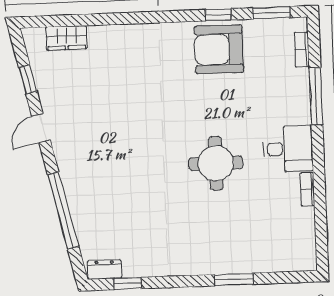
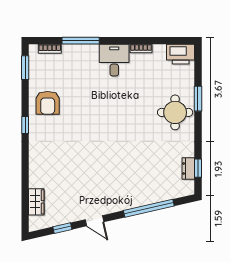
window: (218, 15) -> (25, 125), moved
armchair: (219, 49) -> (48, 103), width x0.73, depth x0.73
round table: (216, 163) -> (175, 112), moved
printer: (301, 250) -> (181, 54), added
dresser: (104, 270) -> (188, 168), moved

